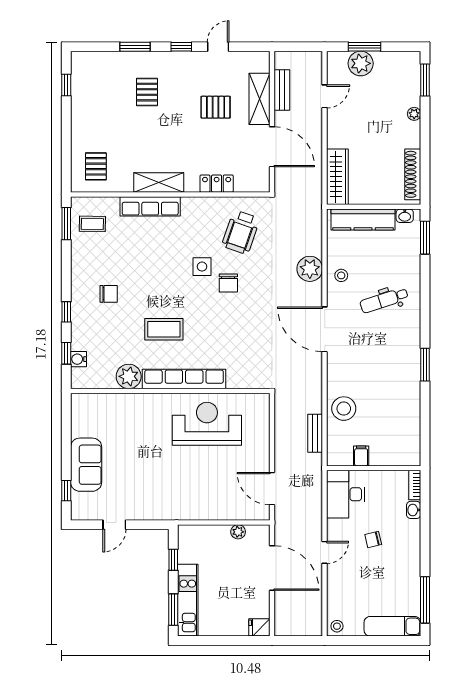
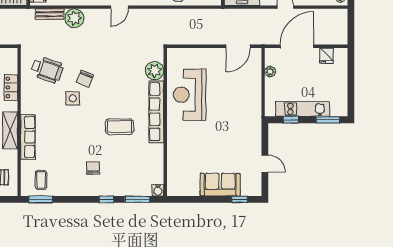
chair: (228, 283) -> (85, 79), turned 111
coffee table: (164, 329) -> (119, 127), turned 90
door: (325, 329) -> (119, 7), width x0.53
window: (66, 353) -> (137, 199), width x1.50
water cooler: (78, 359) -> (158, 190), moved
plant: (129, 376) -> (155, 71), moved
bench: (315, 433) -> (50, 14), moved
kitchen unit: (188, 600) -> (303, 109), moved
fridge: (259, 627) -> (327, 56), moved

